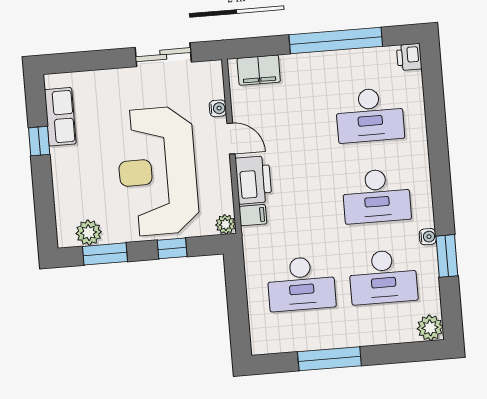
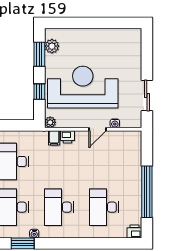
filing cabinet: (259, 70) -> (134, 148), removed
row of seats: (60, 117) -> (117, 36), removed
window: (39, 141) -> (105, 23), removed
printer: (254, 180) -> (68, 137), width x0.53, depth x0.68

